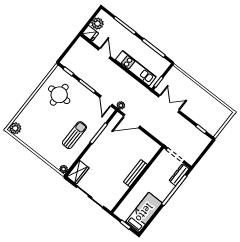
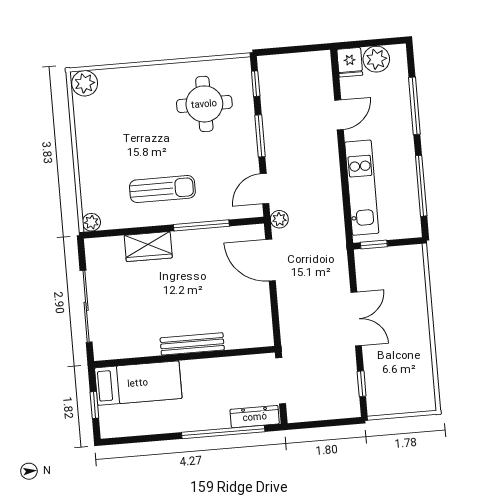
double door: (169, 104) -> (356, 319), moved
wardrobe: (78, 172) -> (148, 247), moved
bed: (144, 213) -> (138, 383), moved

